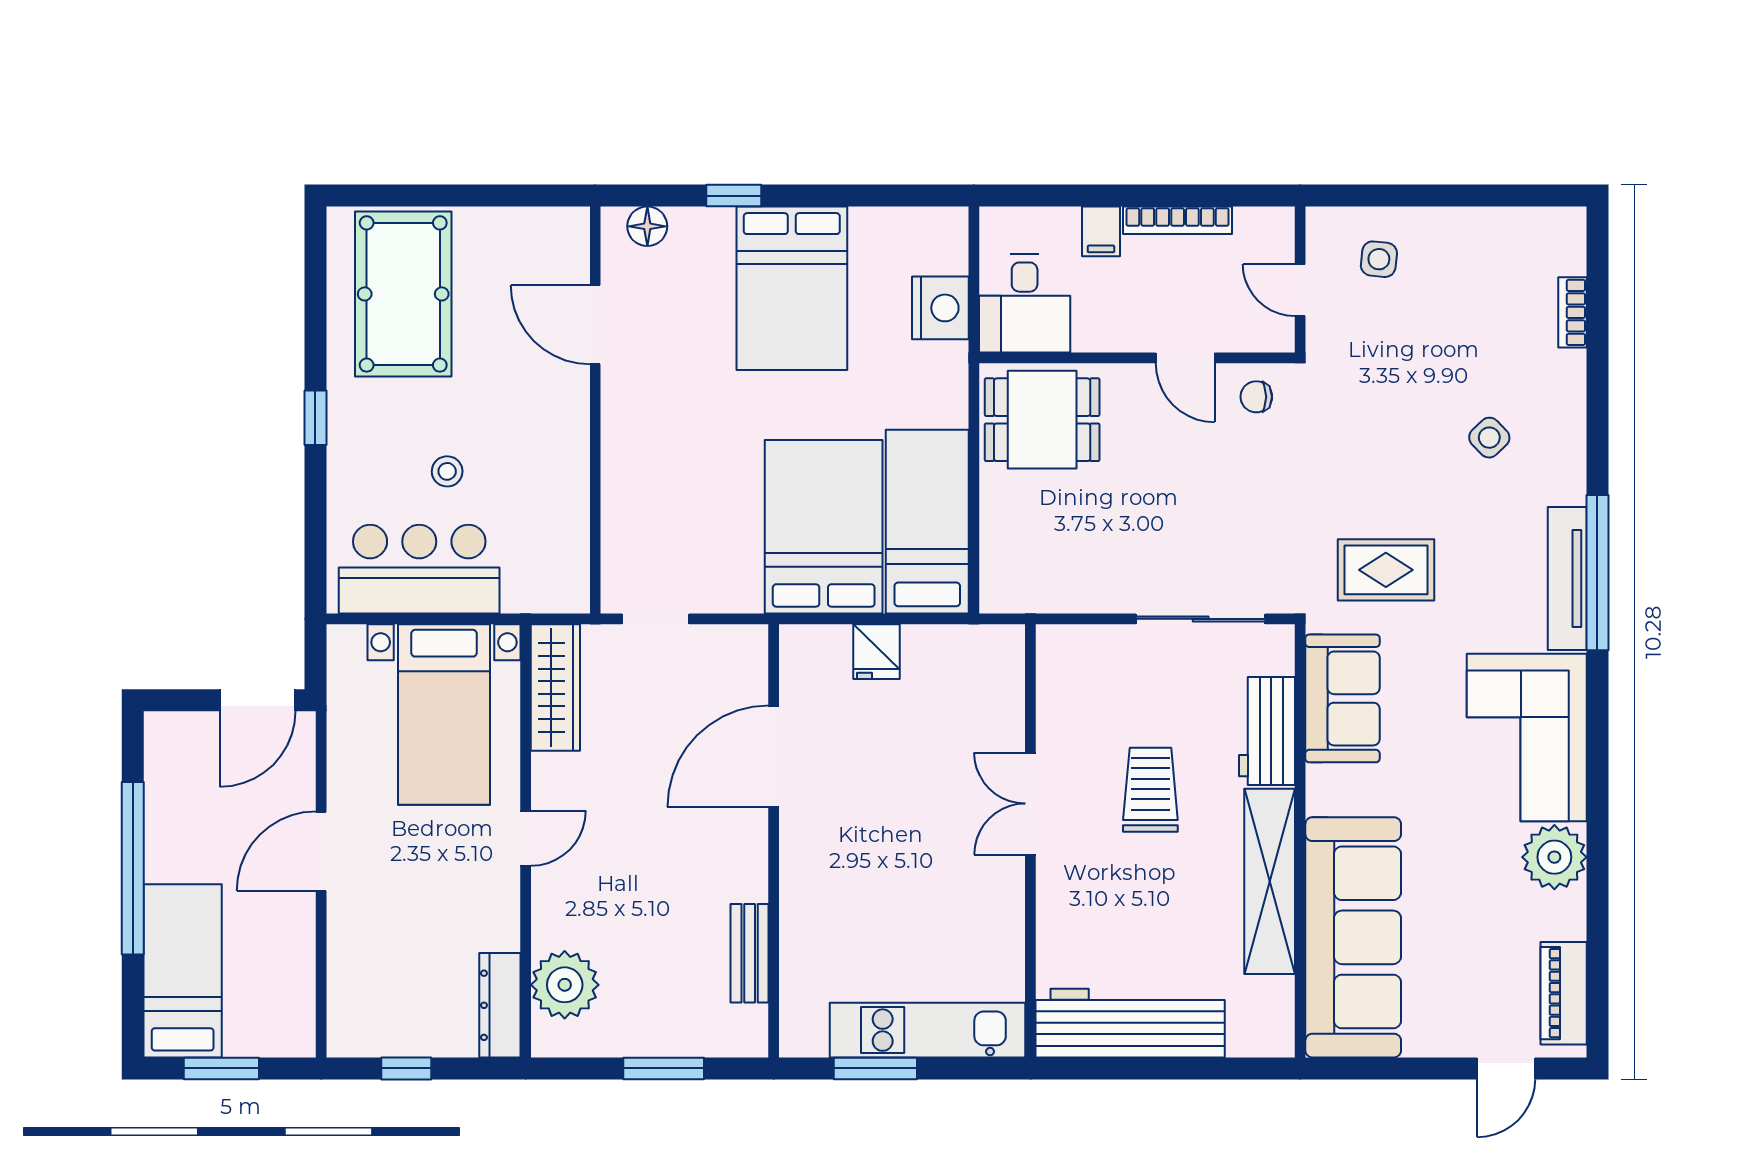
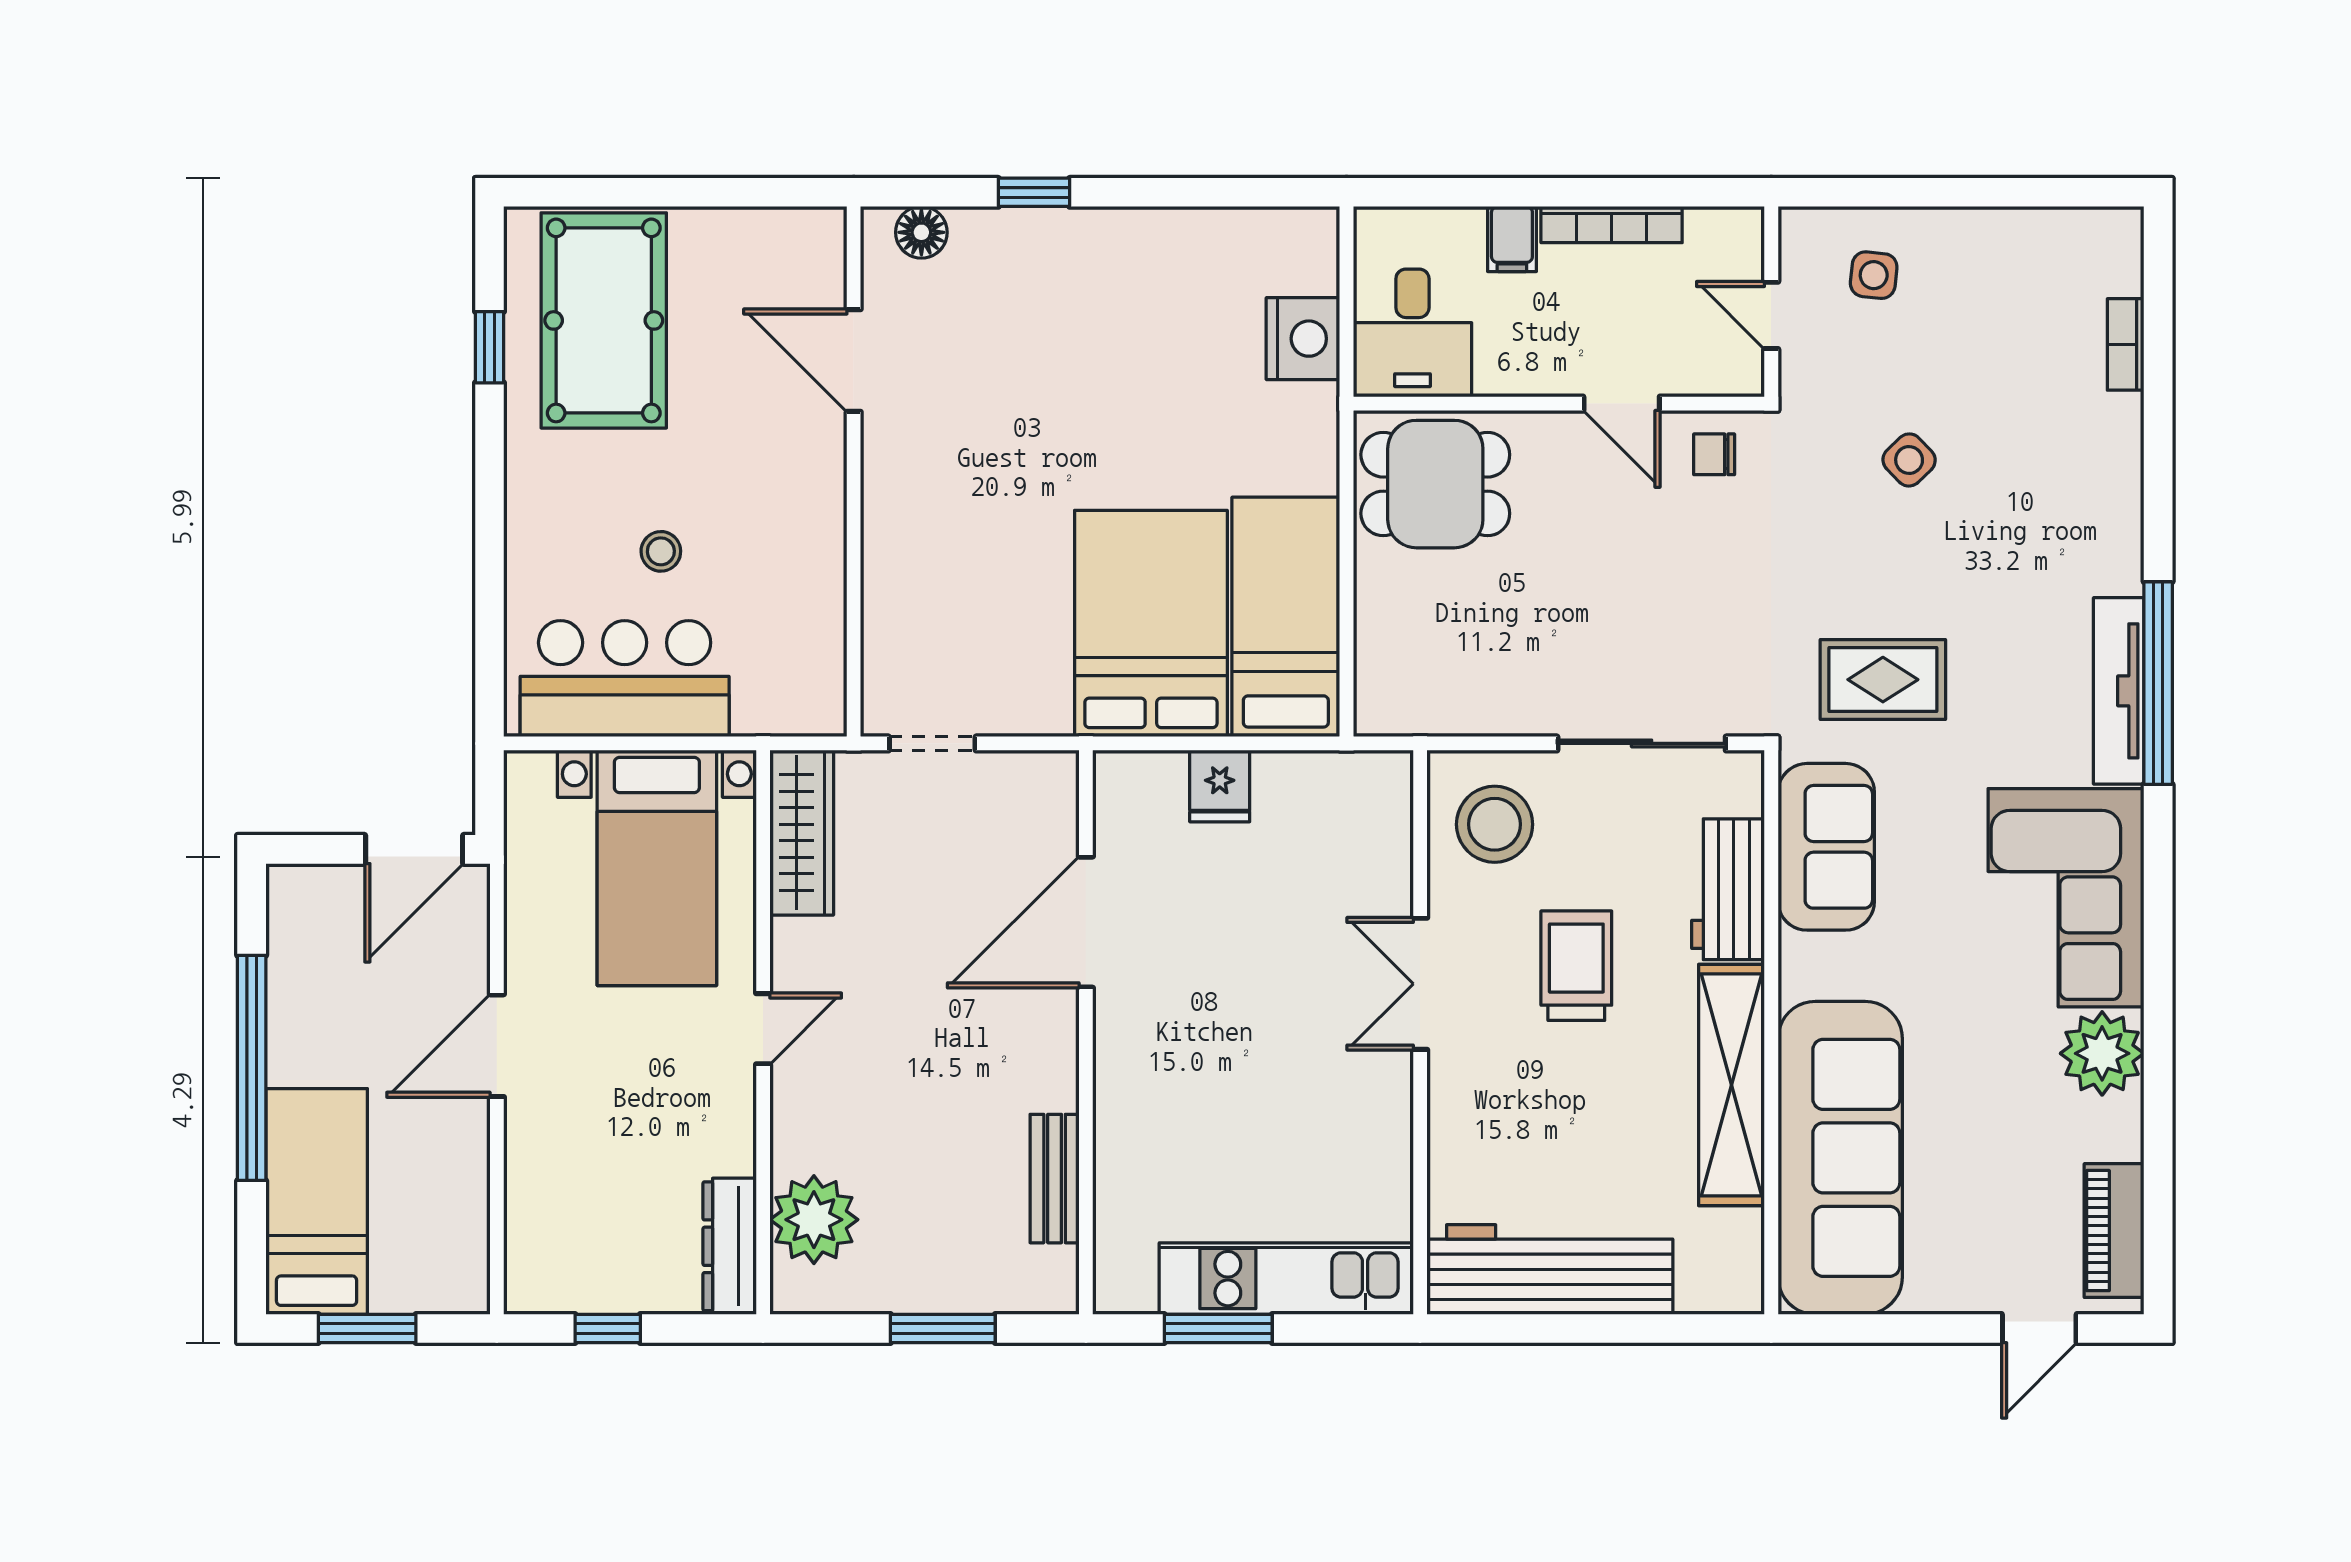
bed: (792, 288) -> (1109, 313), removed
window: (315, 418) -> (489, 347), moved
side table: (1489, 438) -> (1909, 460), moved
stool: (1088, 681) -> (1495, 824), added

